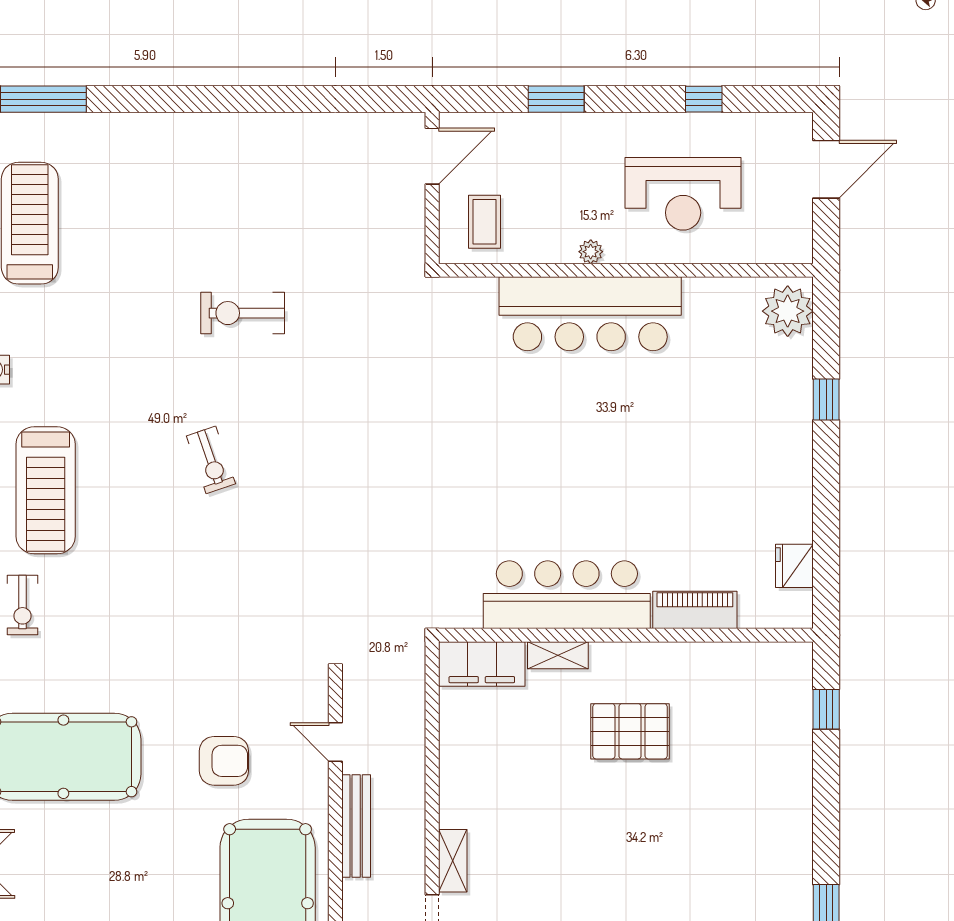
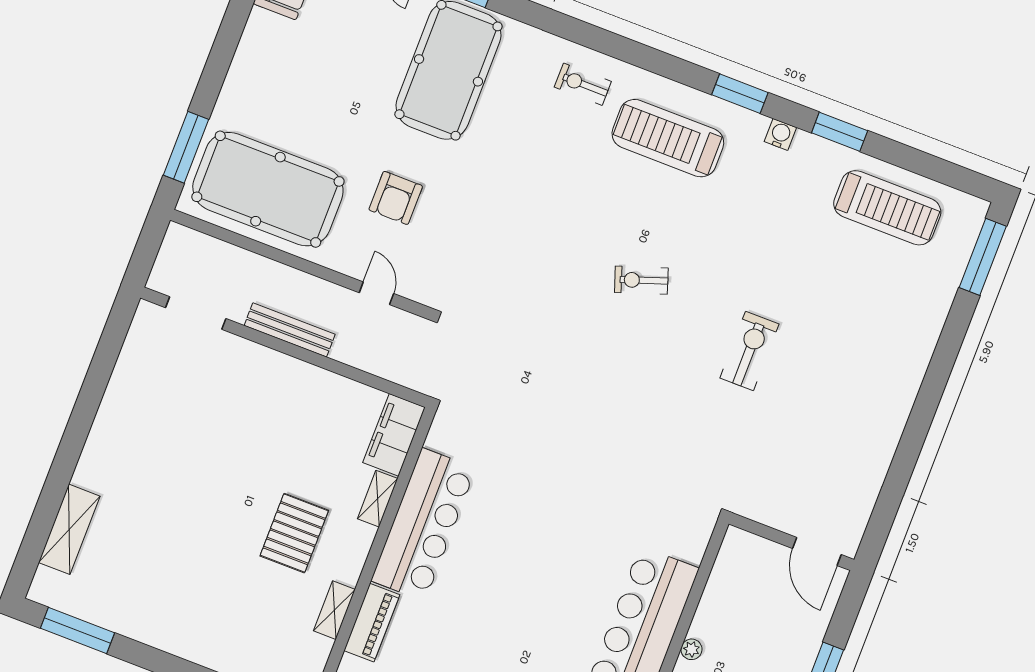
coffee table: (485, 222) -> (748, 573), removed
door: (335, 742) -> (376, 293), hinge flipped
bench: (356, 826) -> (290, 330), moved
shelving: (453, 861) -> (334, 610), moved, turned 90

